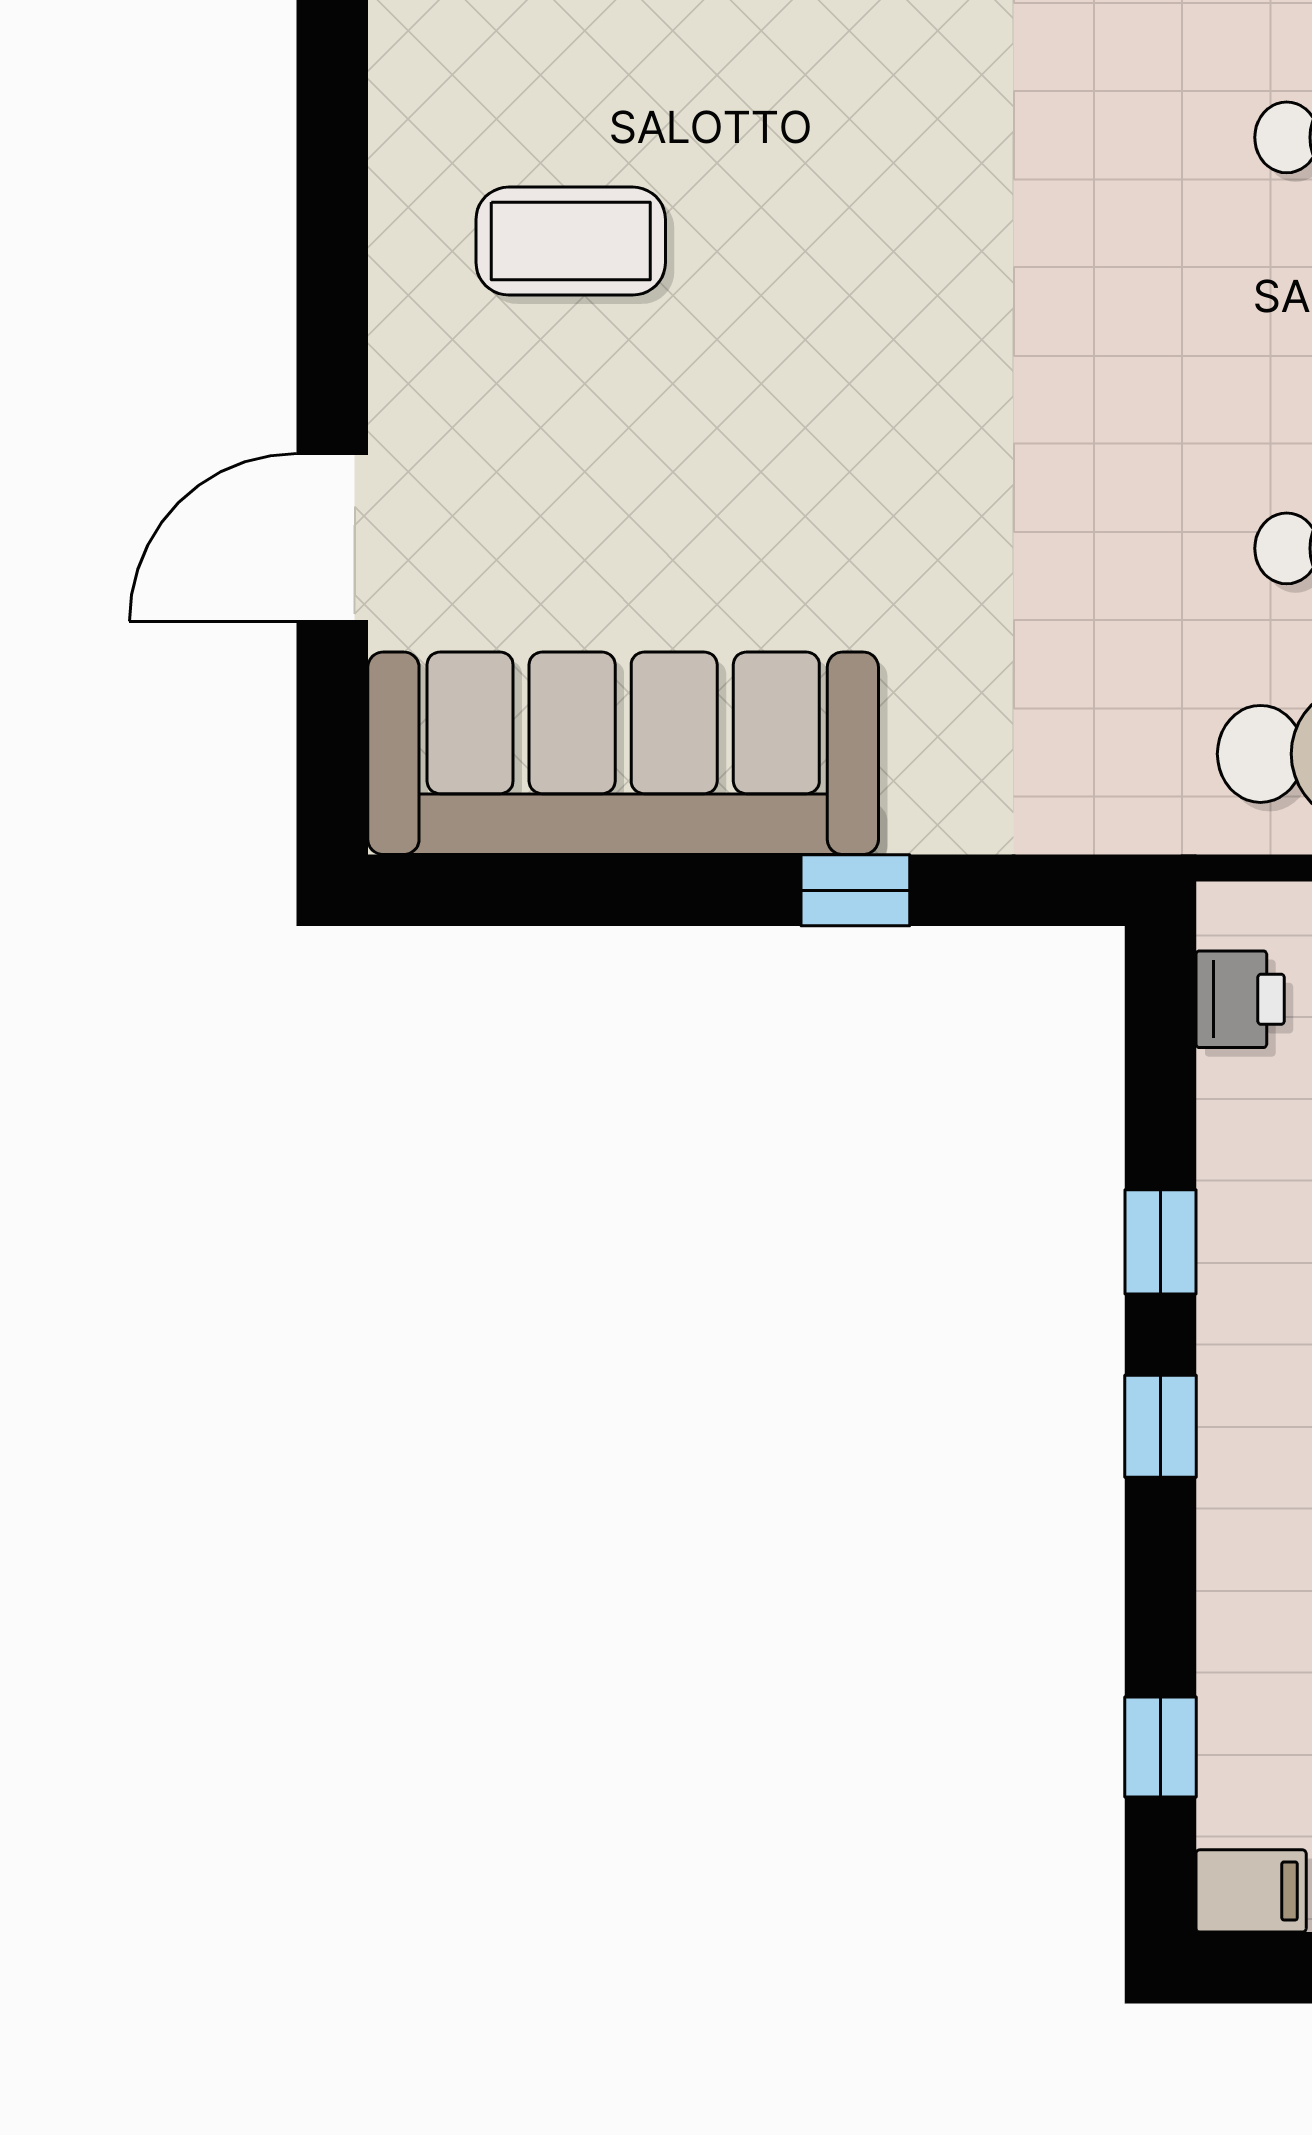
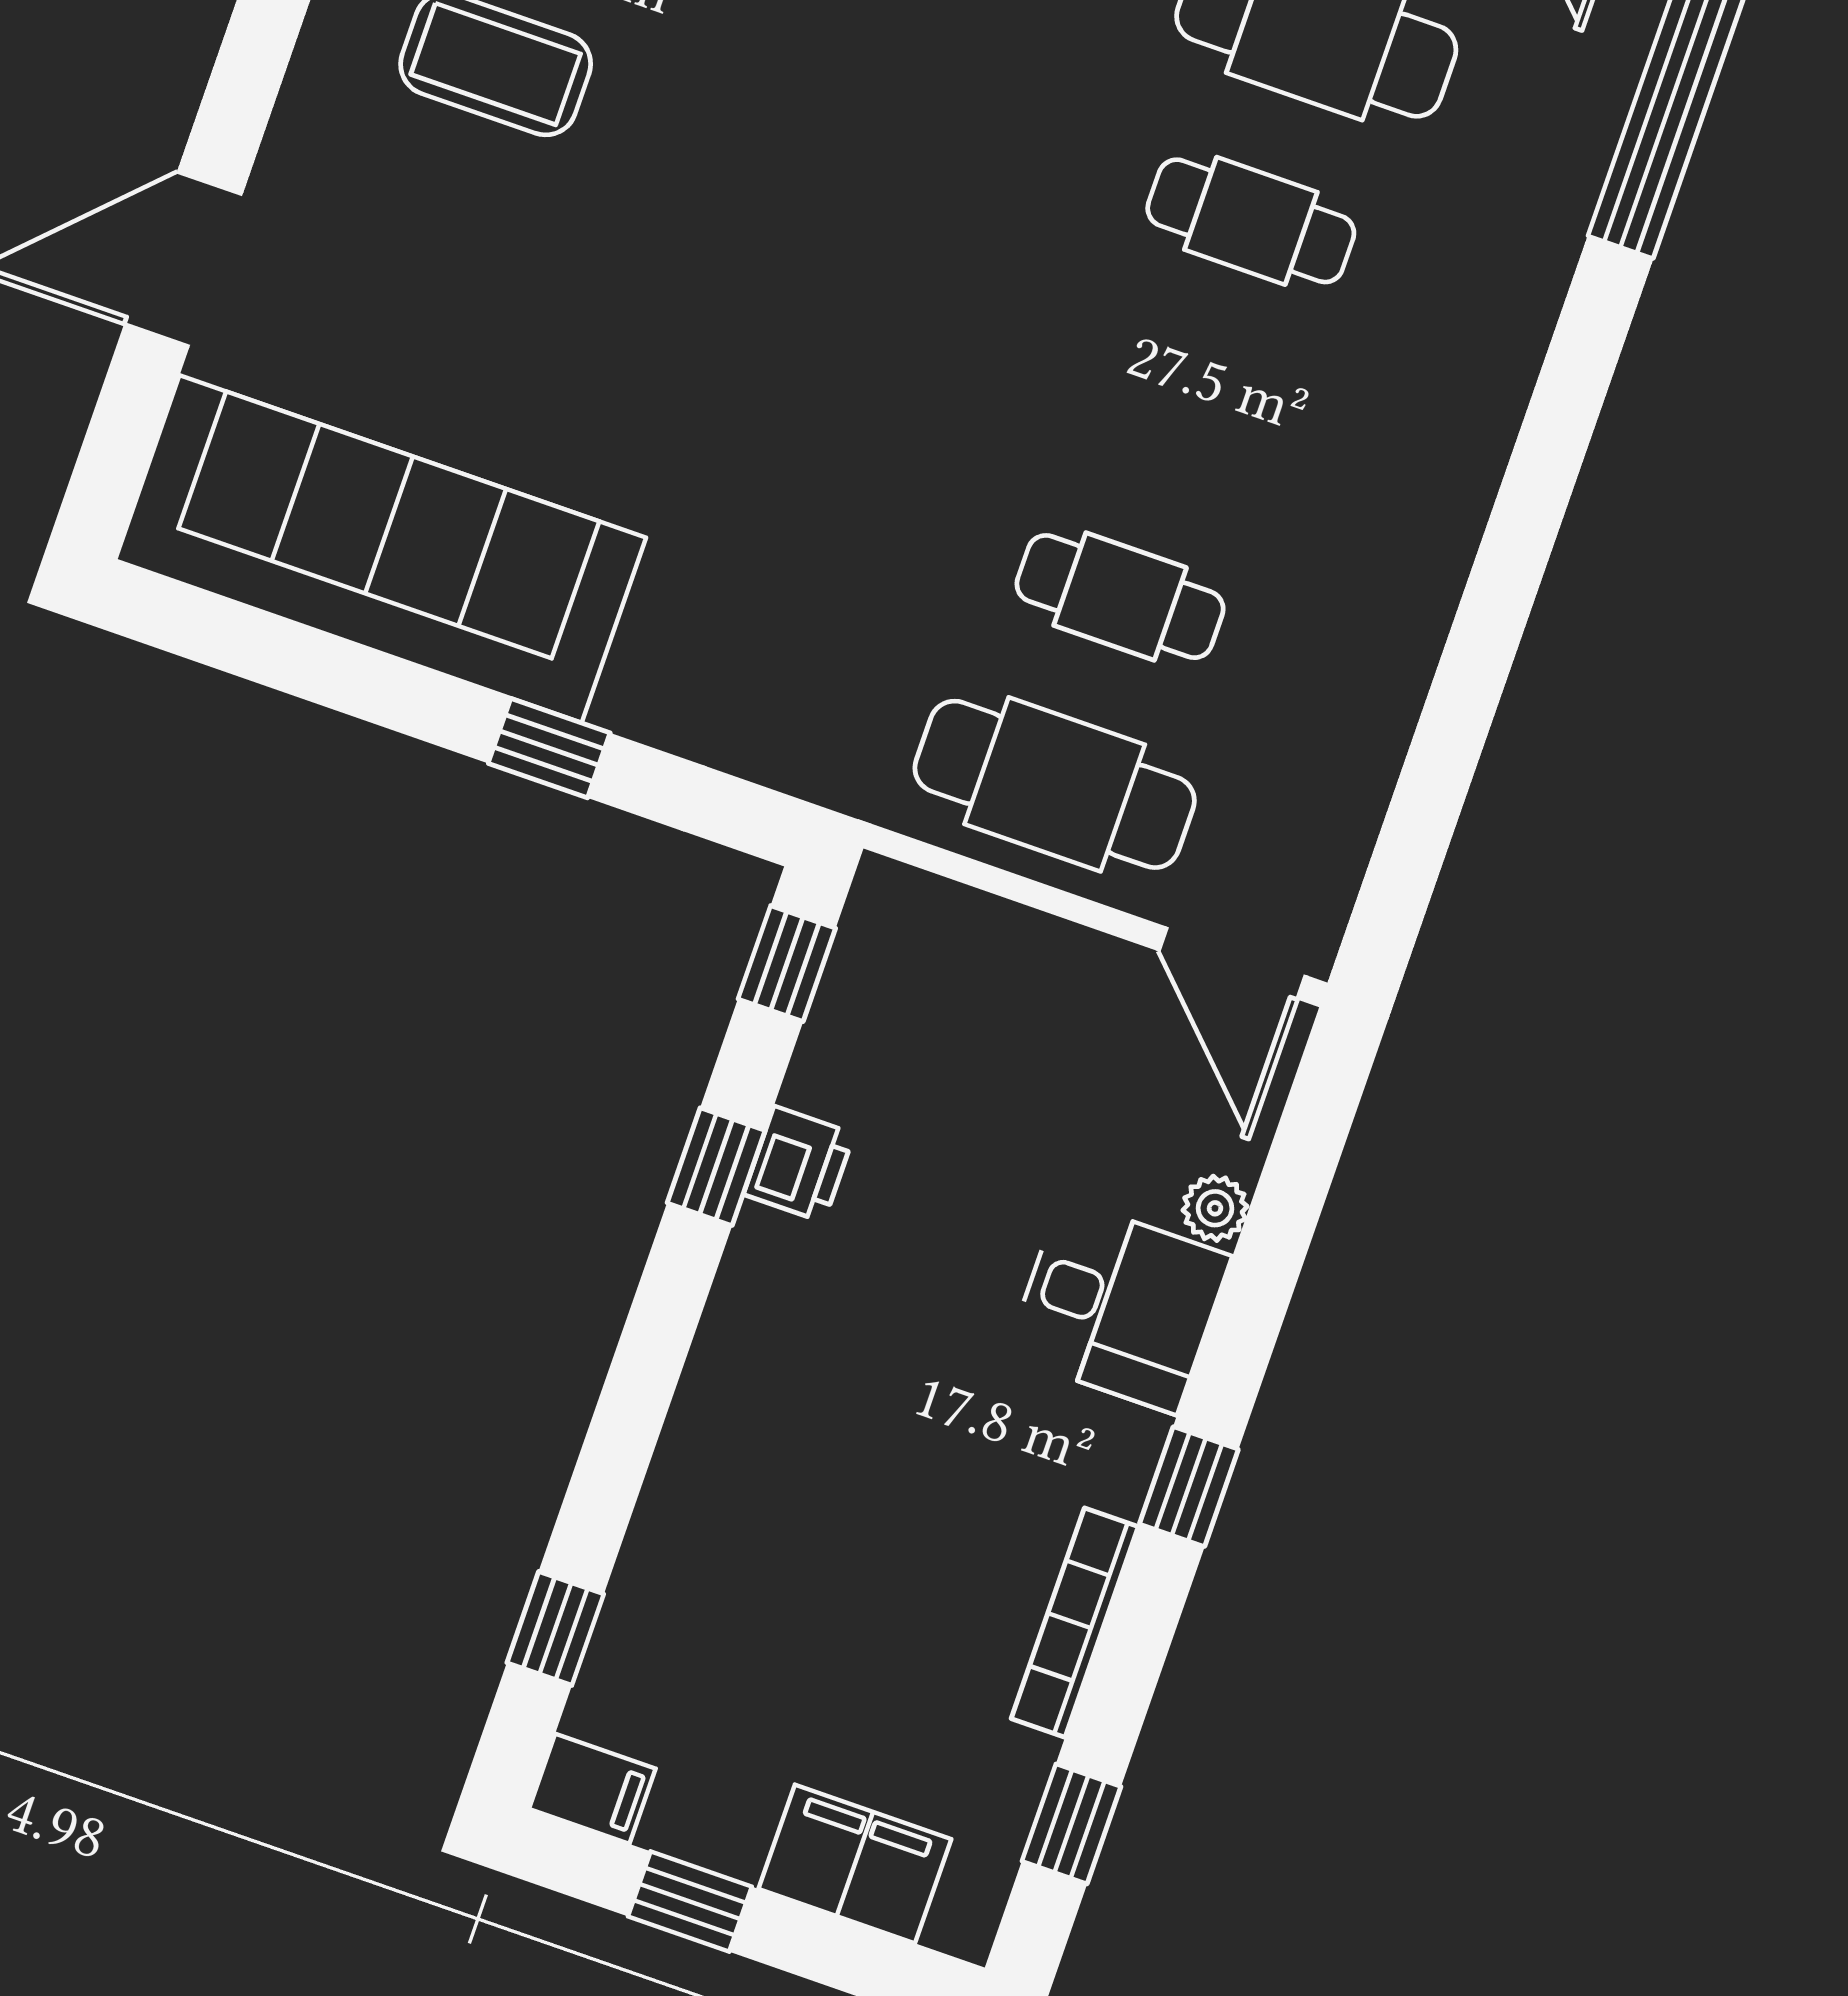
printer: (1240, 999) -> (799, 1164), moved
window: (1160, 1426) -> (787, 964), moved

